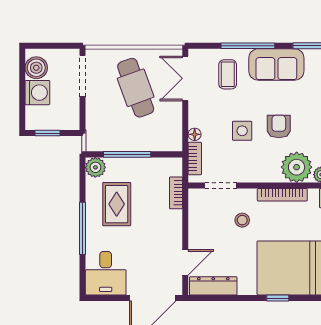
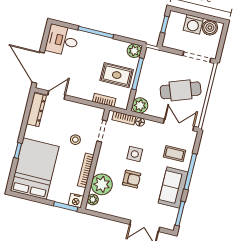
plant: (171, 140) -> (140, 105), added
rug: (117, 204) -> (117, 75), moved
door: (185, 262) -> (56, 95), swing flipped

